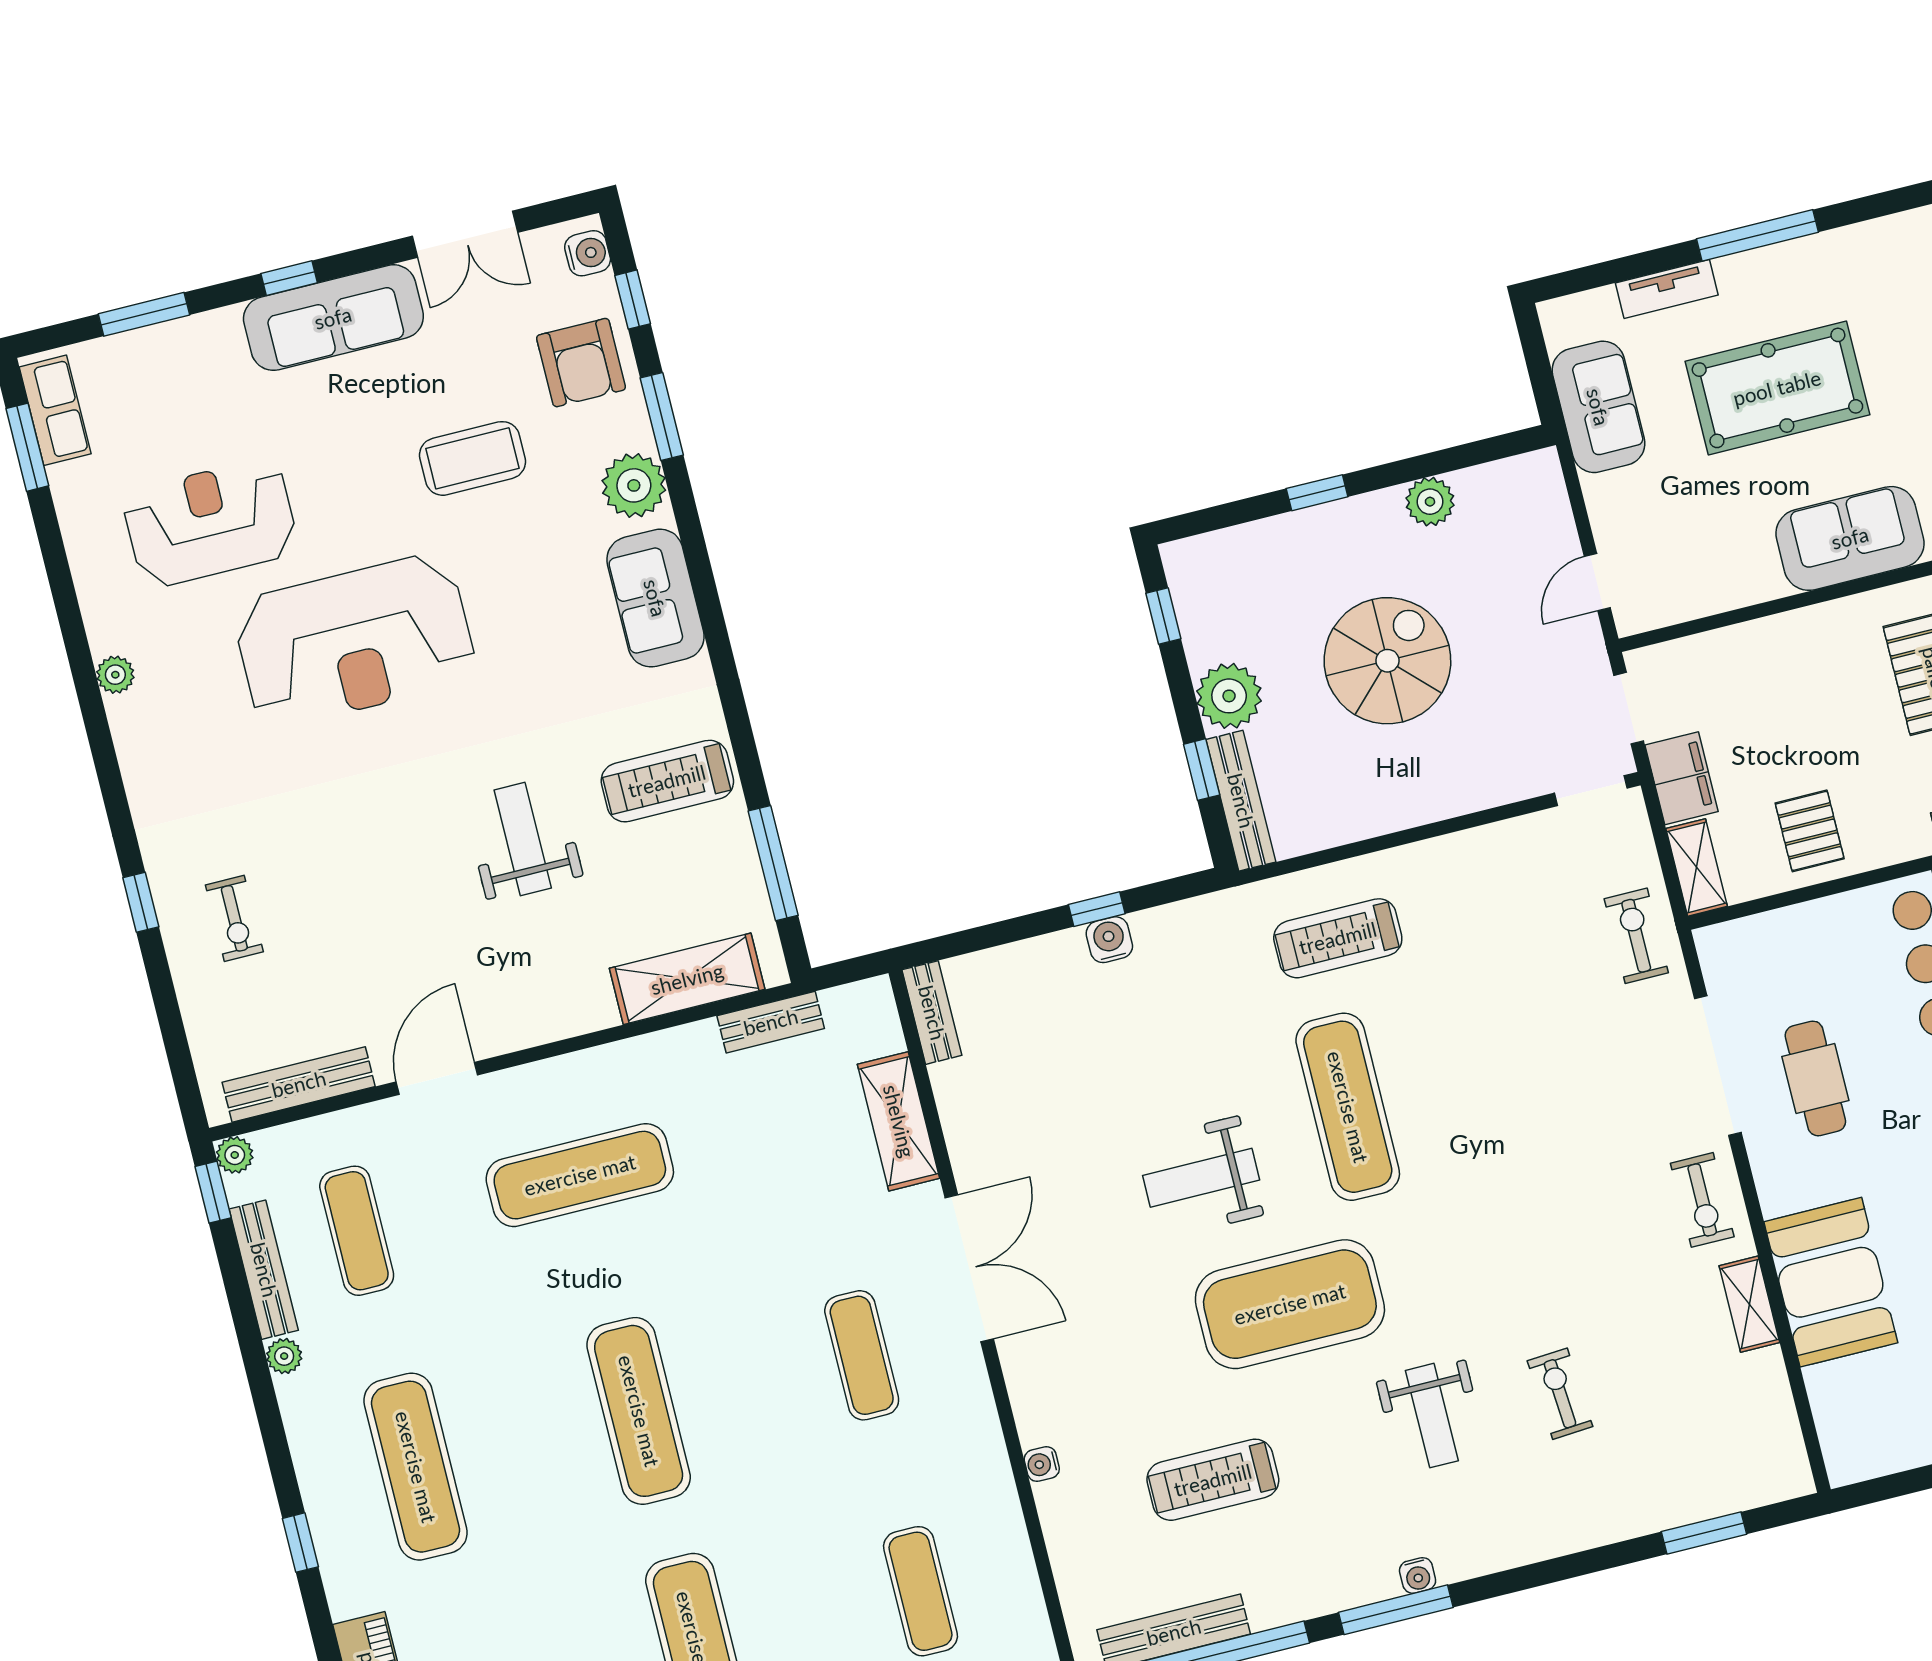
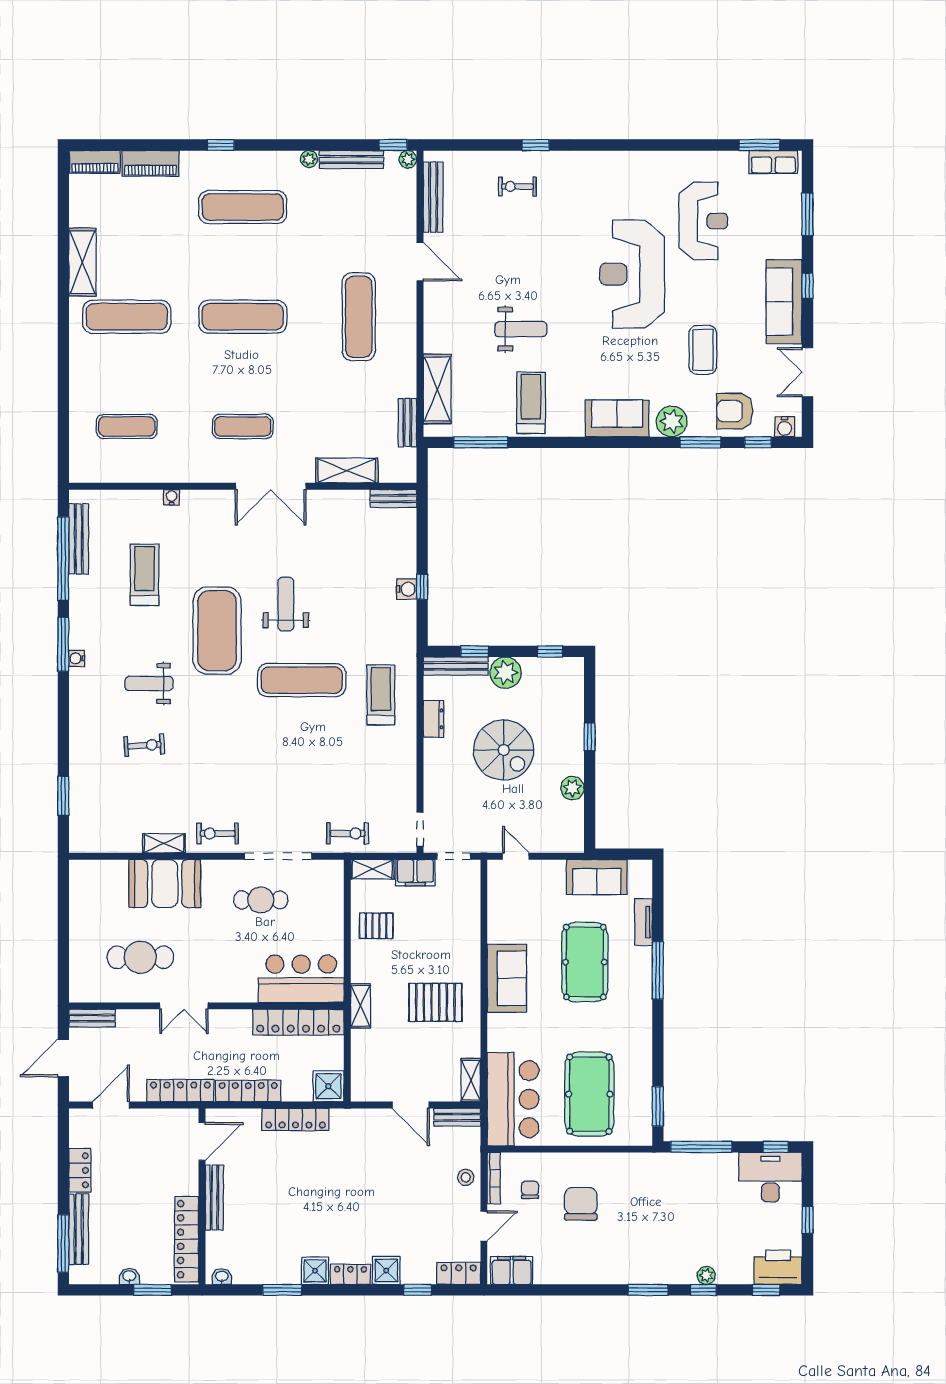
plant: (115, 675) -> (644, 160), removed
dresser: (1360, 819) -> (434, 719), added
exercise mat: (357, 1231) -> (359, 207), removed

